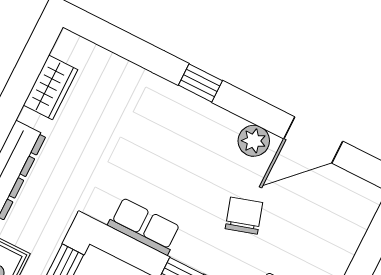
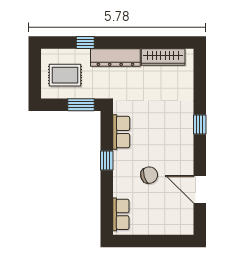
wardrobe: (50, 87) -> (163, 57), width x1.50
plant: (254, 141) -> (186, 162), removed

